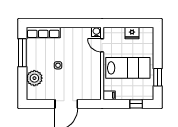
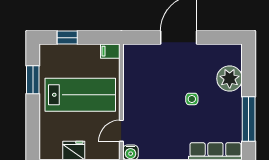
door: (102, 45) -> (121, 131), swing flipped
lab bench: (128, 68) -> (80, 95), turned 180

